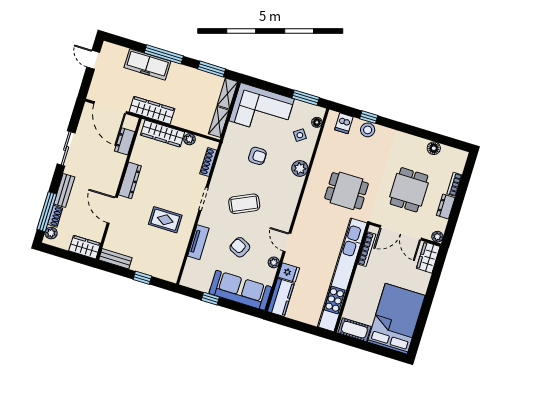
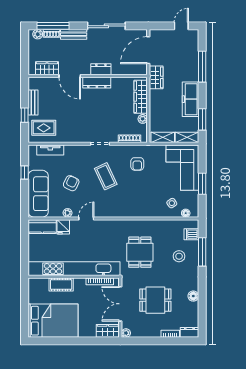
window: (164, 54) -> (202, 67), moved
freezer: (147, 64) -> (190, 99), moved
window: (306, 98) -> (202, 184), moved
wardrobe: (152, 110) -> (156, 77), width x0.67
window: (369, 117) -> (202, 252), width x2.17
stool: (368, 130) -> (179, 256), moved
dresser: (125, 141) -> (101, 69), moved
sliding door: (66, 148) -> (106, 26), width x1.37
floor lamp: (434, 148) -> (193, 296), moved
armchair: (257, 156) -> (137, 164), moved
plant: (300, 168) -> (146, 211), removed
dresser: (446, 207) -> (189, 332), moved
door: (112, 210) -> (70, 76), swing flipped
rug: (165, 220) -> (44, 128), moved, turned 90
tv unit: (198, 242) -> (50, 150), moved
wardrobe: (85, 247) -> (47, 68), moved, turned -90
bench: (115, 259) -> (33, 102), moved
cot: (354, 330) -> (61, 285), moved, turned 90

